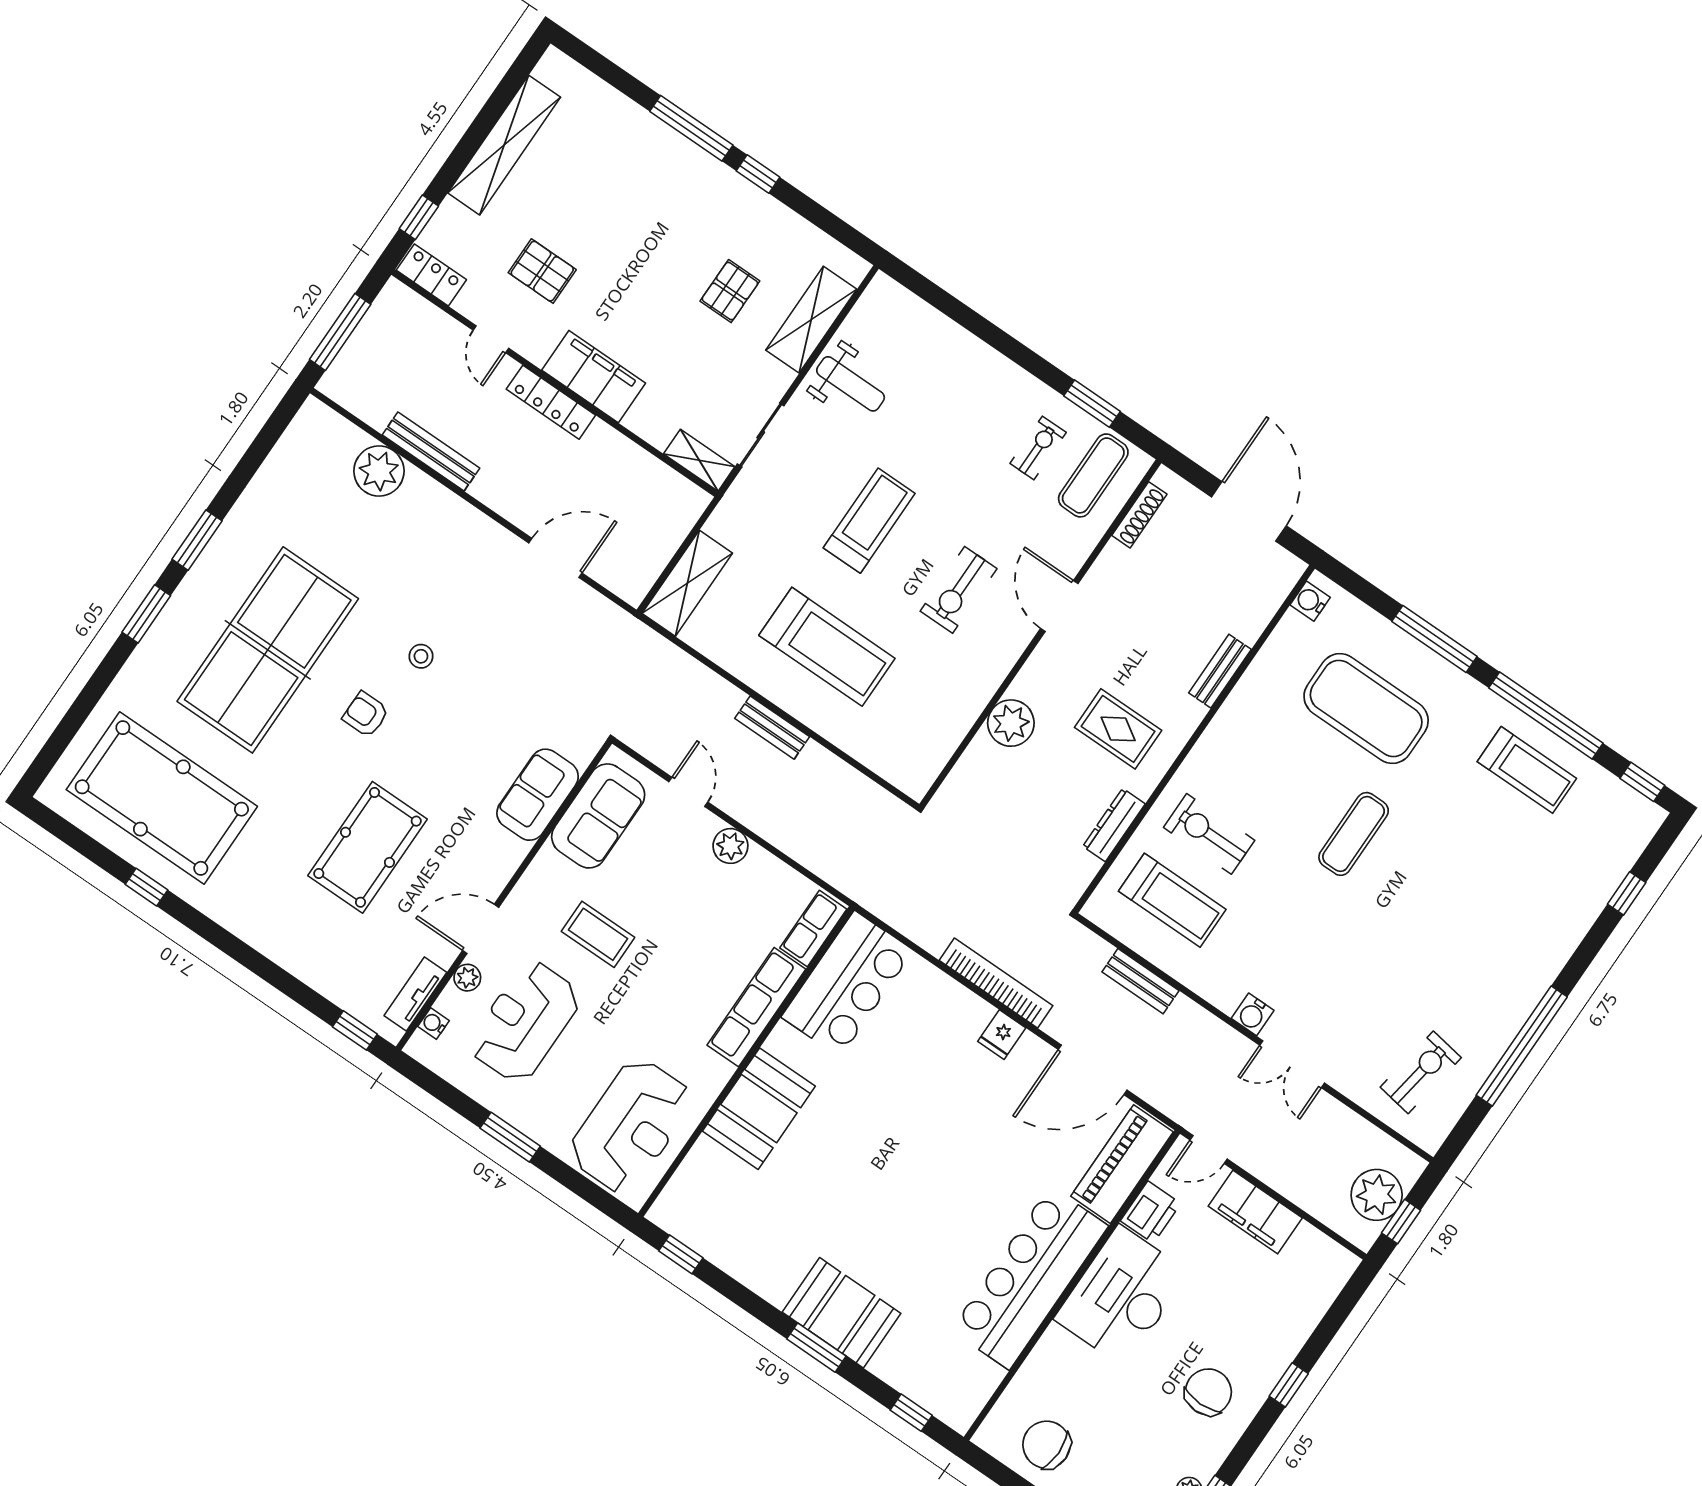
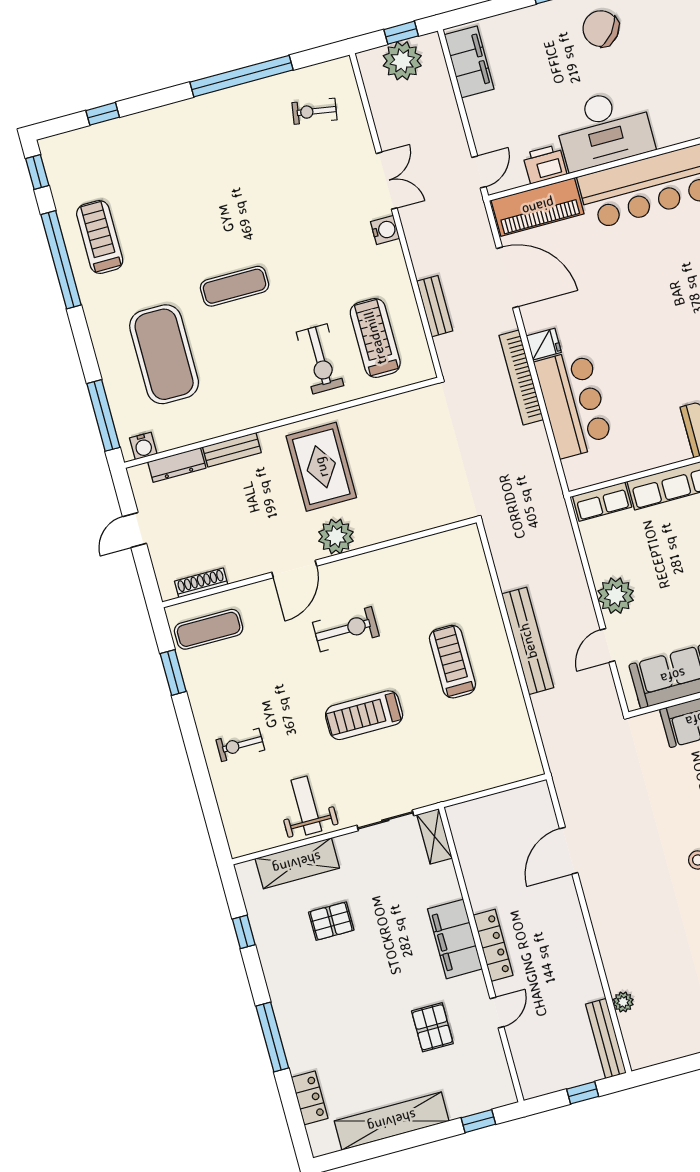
window: (758, 174) -> (244, 932), moved
locker: (431, 275) -> (310, 1098), moved, turned 180
window: (340, 332) -> (583, 1093), width x0.46
exercise bike: (1038, 448) -> (240, 745), moved
bench: (431, 452) -> (606, 1039), moved
plant: (379, 471) -> (623, 1002), width x0.53, depth x0.53
door: (1249, 511) -> (135, 530), width x0.53
door: (555, 558) -> (569, 851), hinge flipped
shelving: (687, 583) -> (503, 769), removed
window: (1434, 639) -> (103, 415), moved
treadmill: (827, 647) -> (452, 662), width x0.73, depth x0.73
plant: (1011, 723) -> (336, 537), moved
bench: (772, 728) -> (528, 641), width x1.86, depth x1.21
rug: (1118, 729) -> (321, 467), width x1.36, depth x1.43
dresser: (1114, 825) -> (177, 465), moved
plant: (730, 846) -> (616, 596), width x1.36, depth x1.36
bar counter: (847, 984) -> (573, 403), moved, turned 90
exercise bike: (1421, 1072) -> (315, 111), width x0.73, depth x0.72
door: (1209, 1150) -> (479, 172), hinge flipped
filing cabinet: (1255, 1212) -> (469, 62), moved
chair: (1208, 1392) -> (601, 29), turned 39

